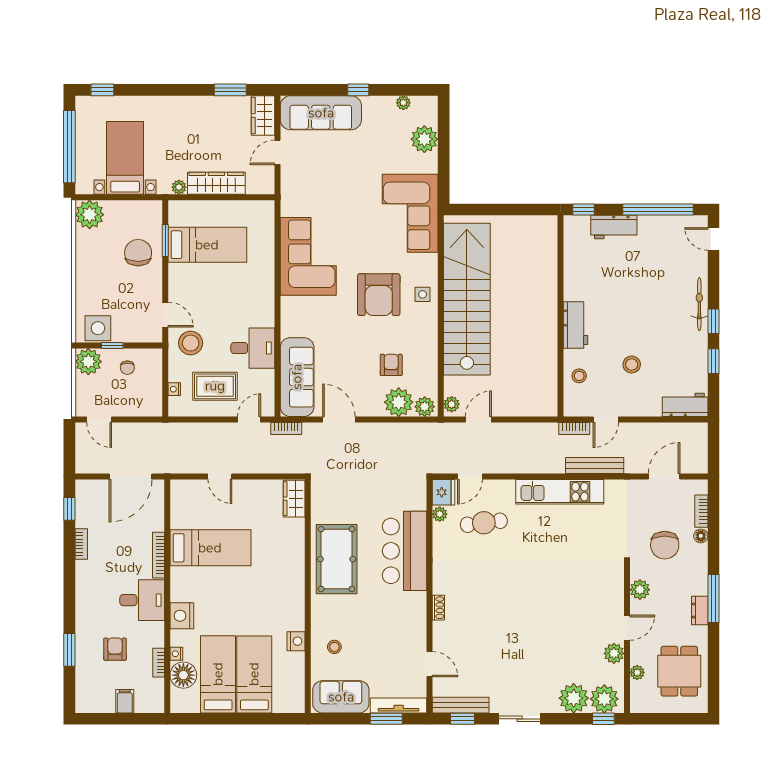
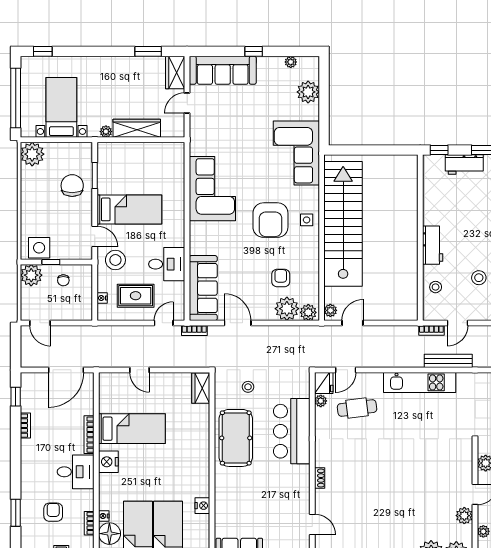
bed: (207, 245) -> (129, 209), moved
nightstand: (182, 616) -> (108, 462), moved
stool: (334, 647) -> (248, 387), moved

